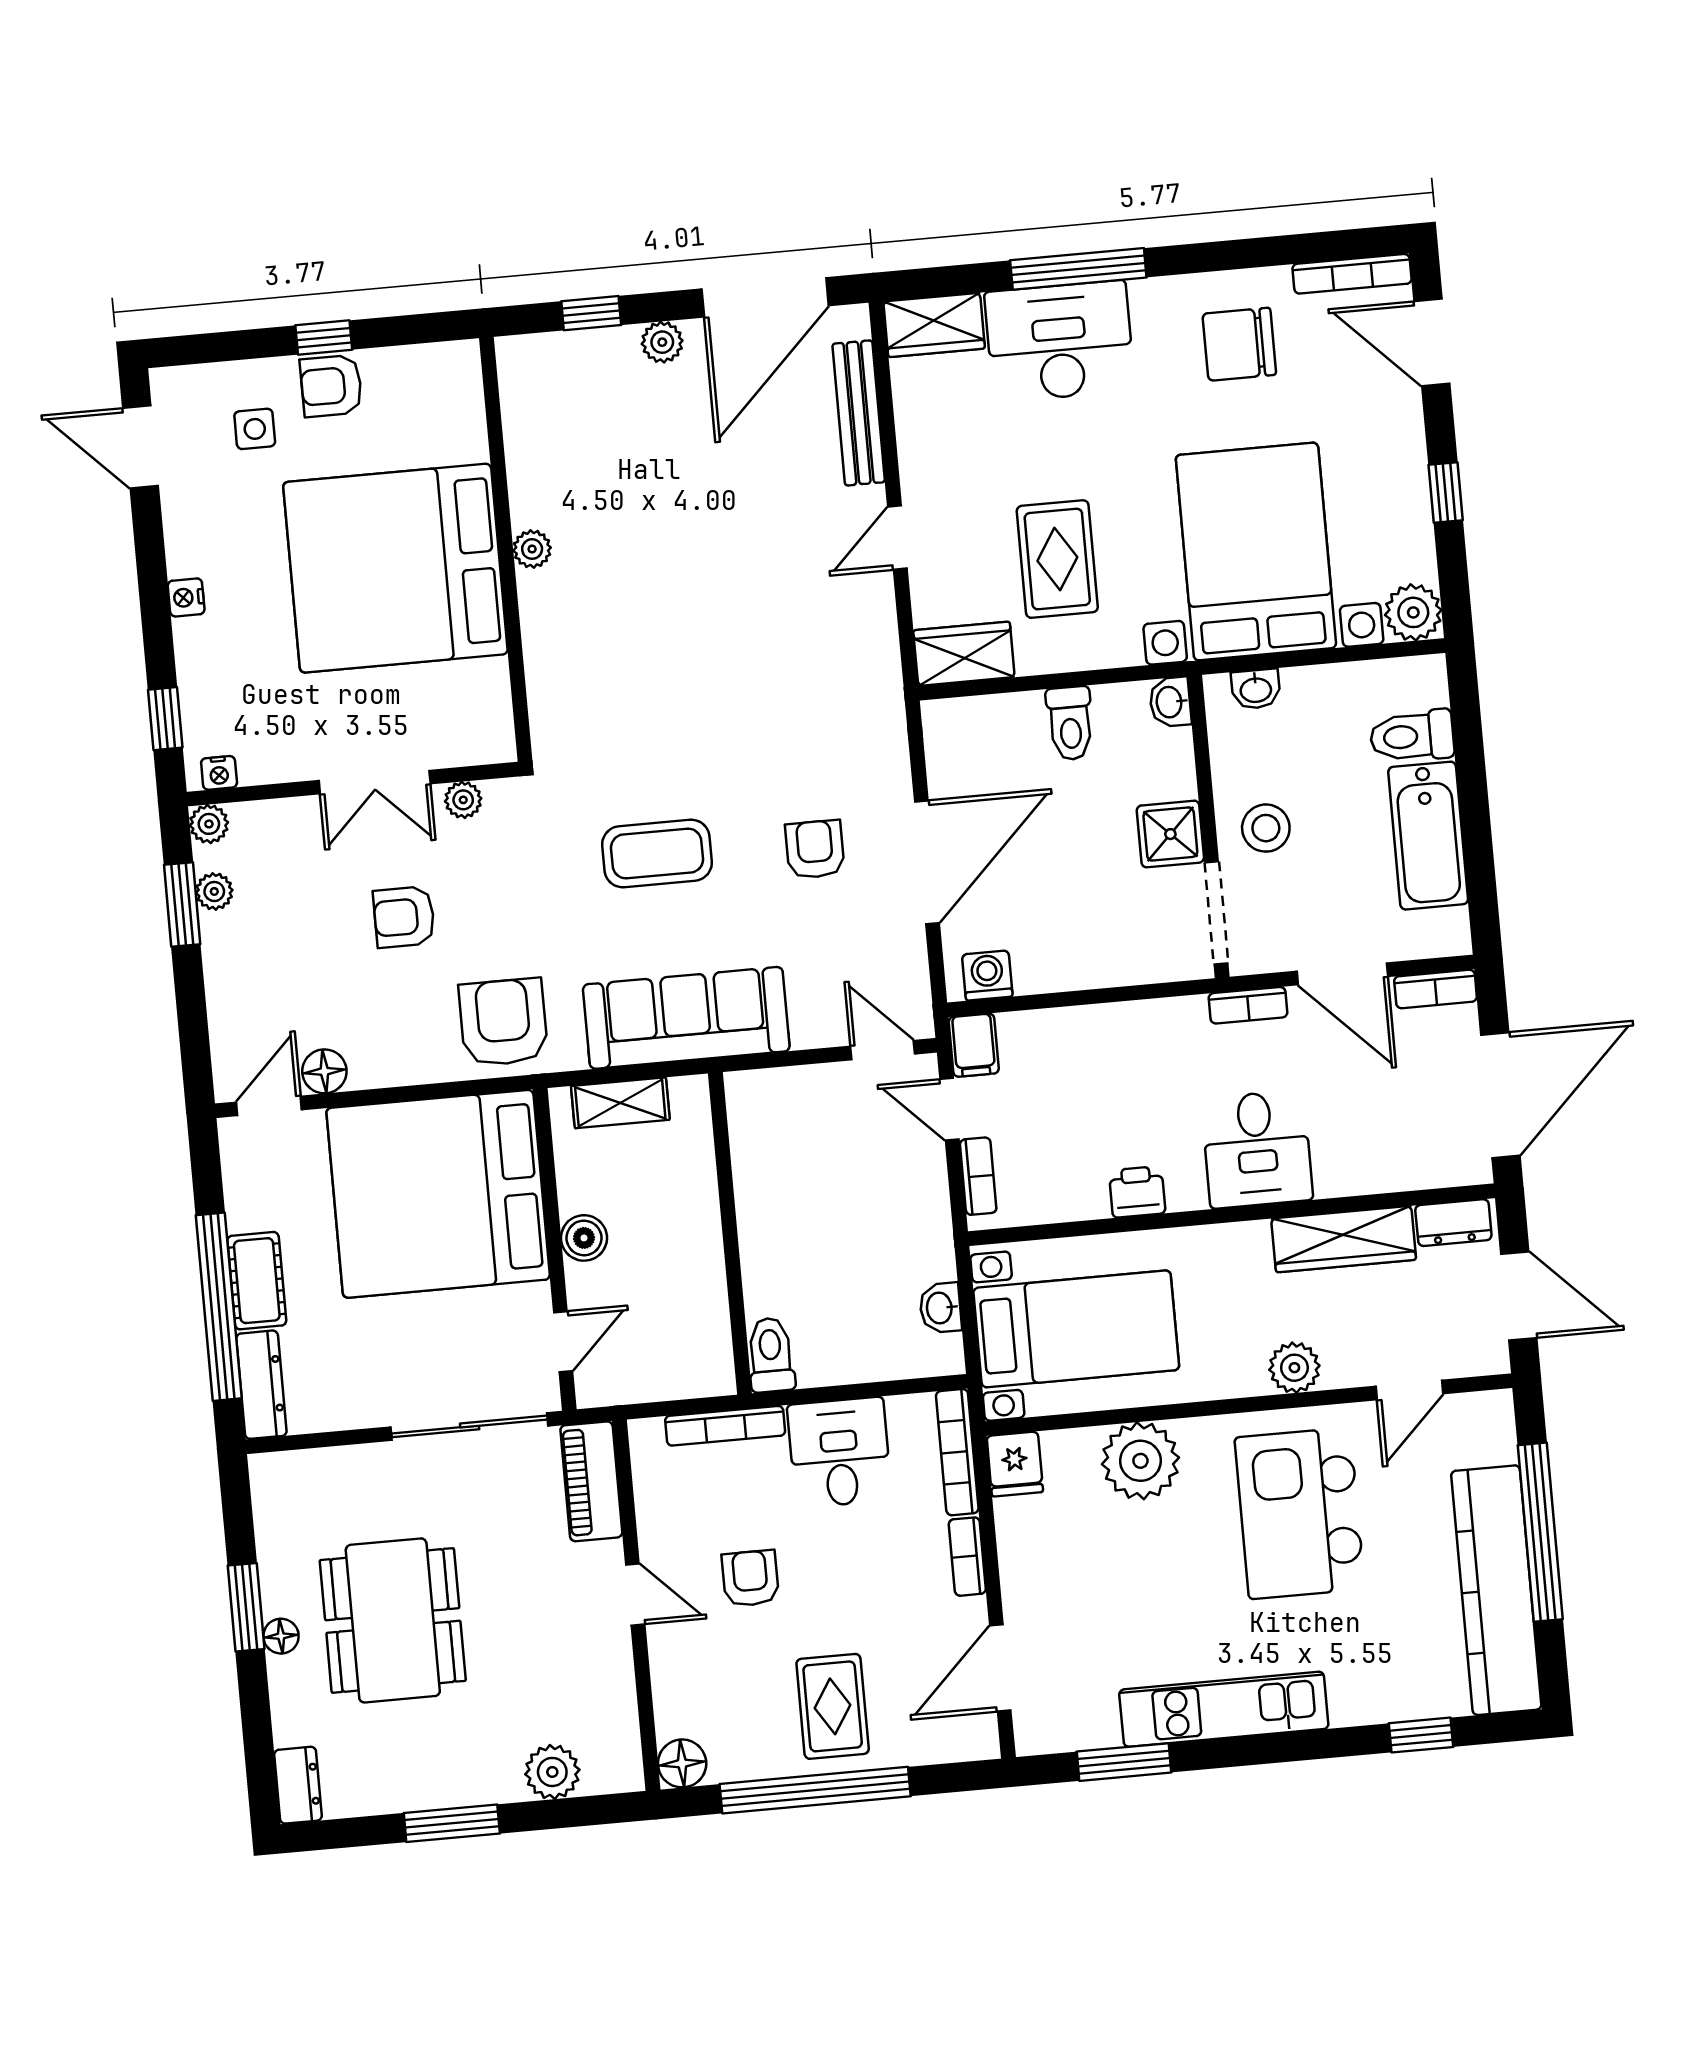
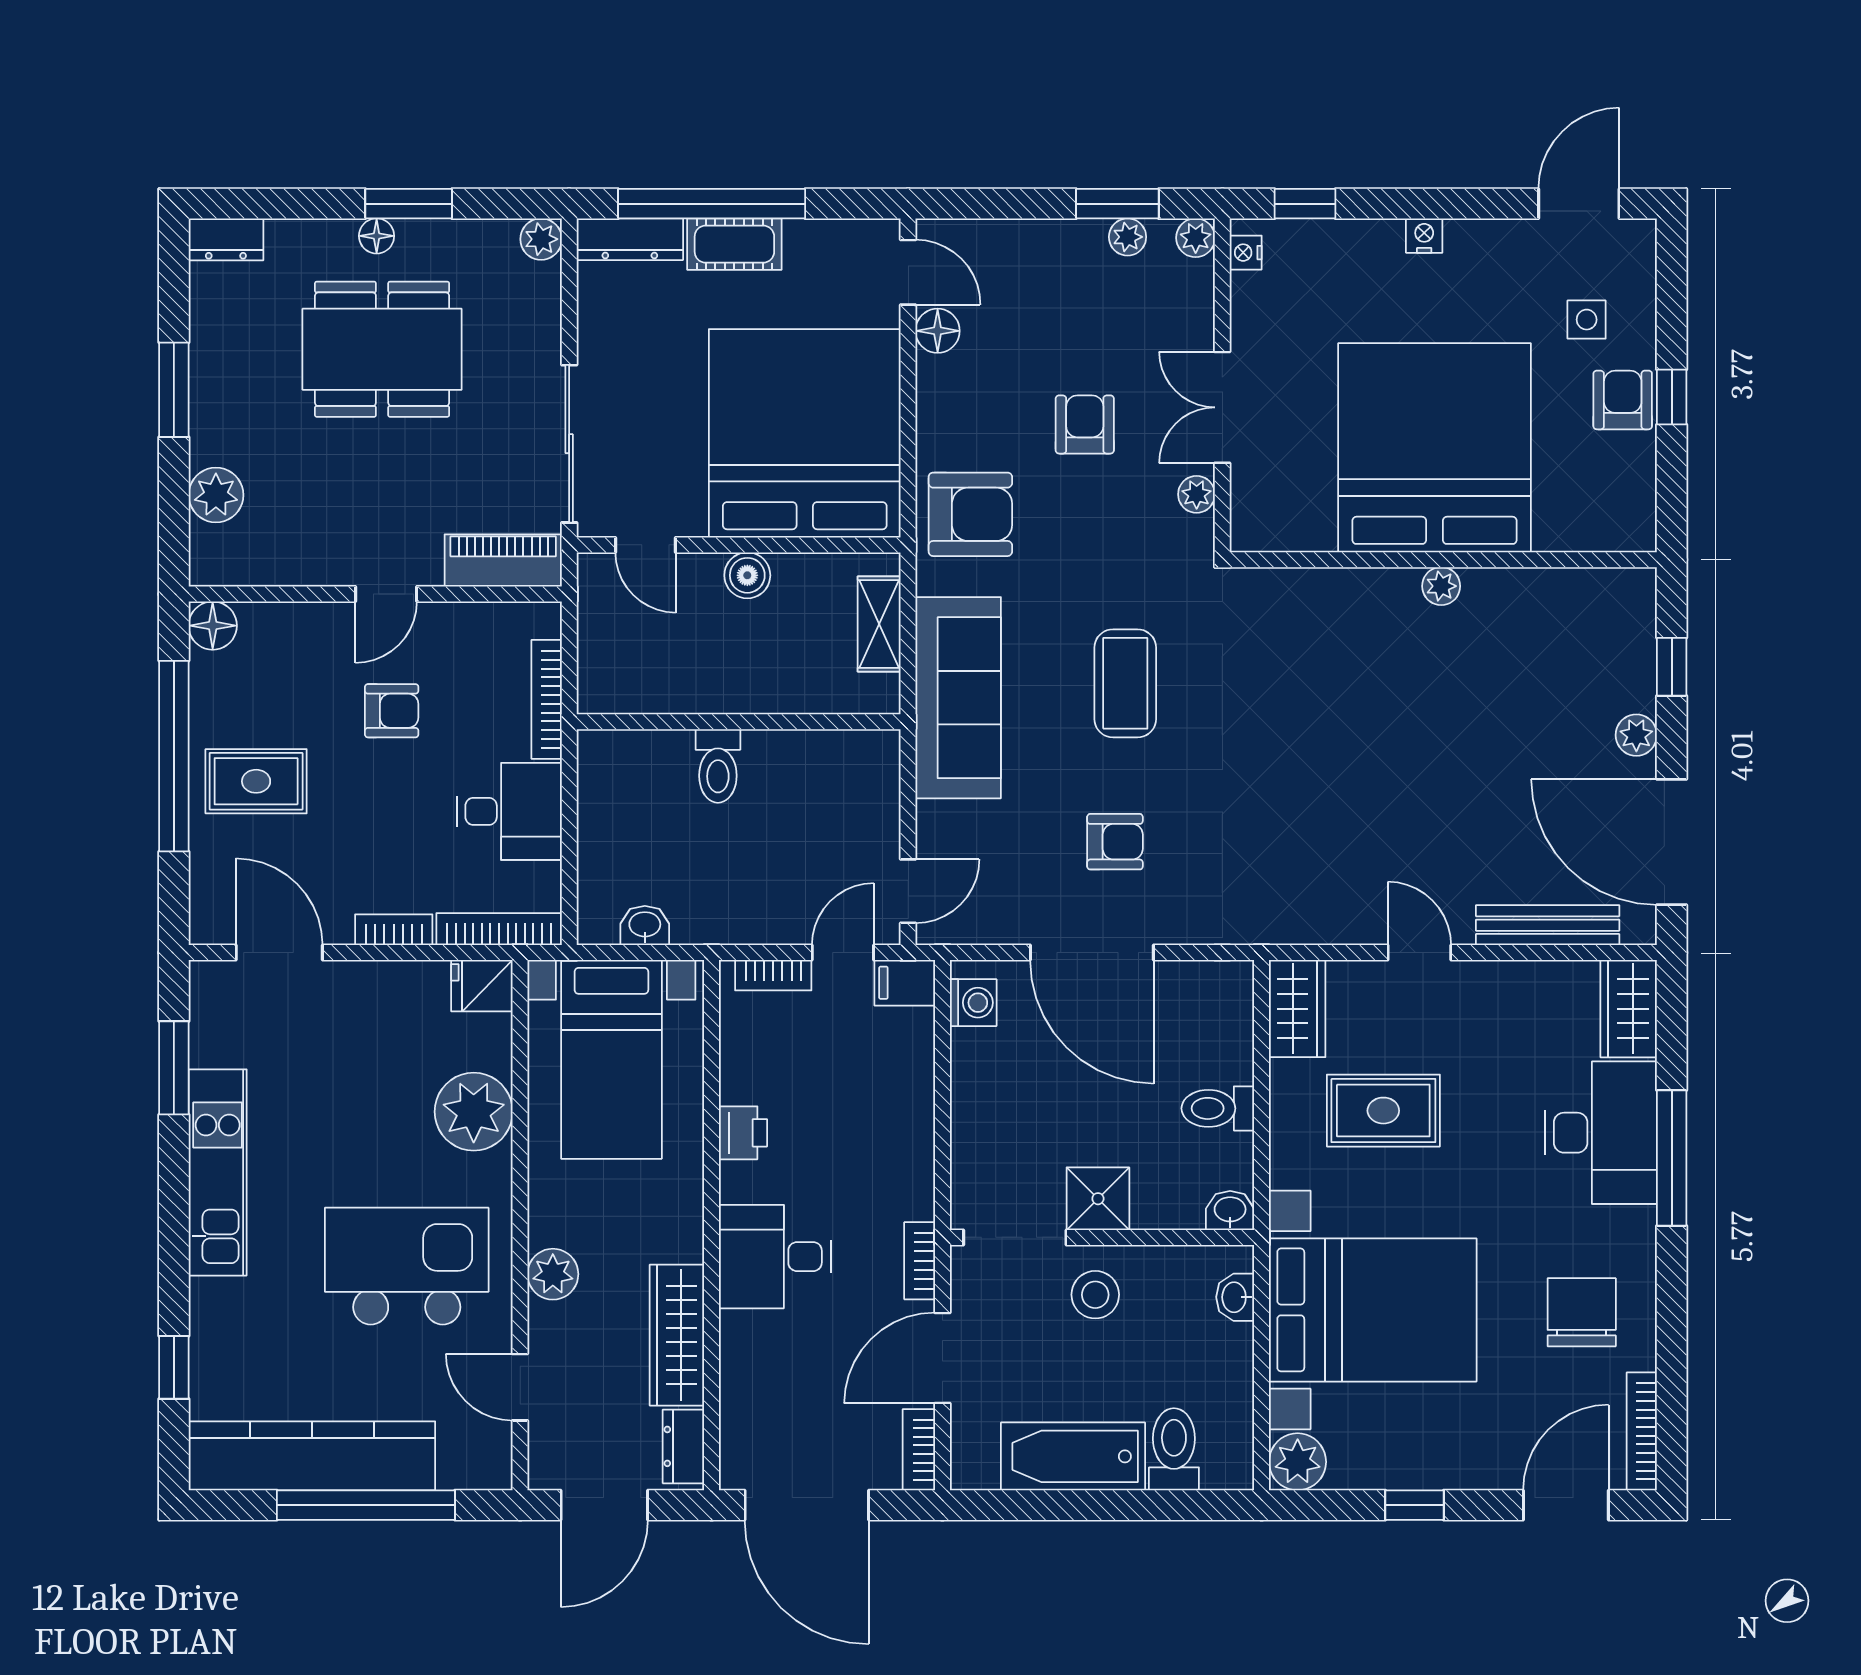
toilet: (771, 1355) -> (718, 766), moved, turned 90
plant: (269, 1473) -> (541, 239), added

